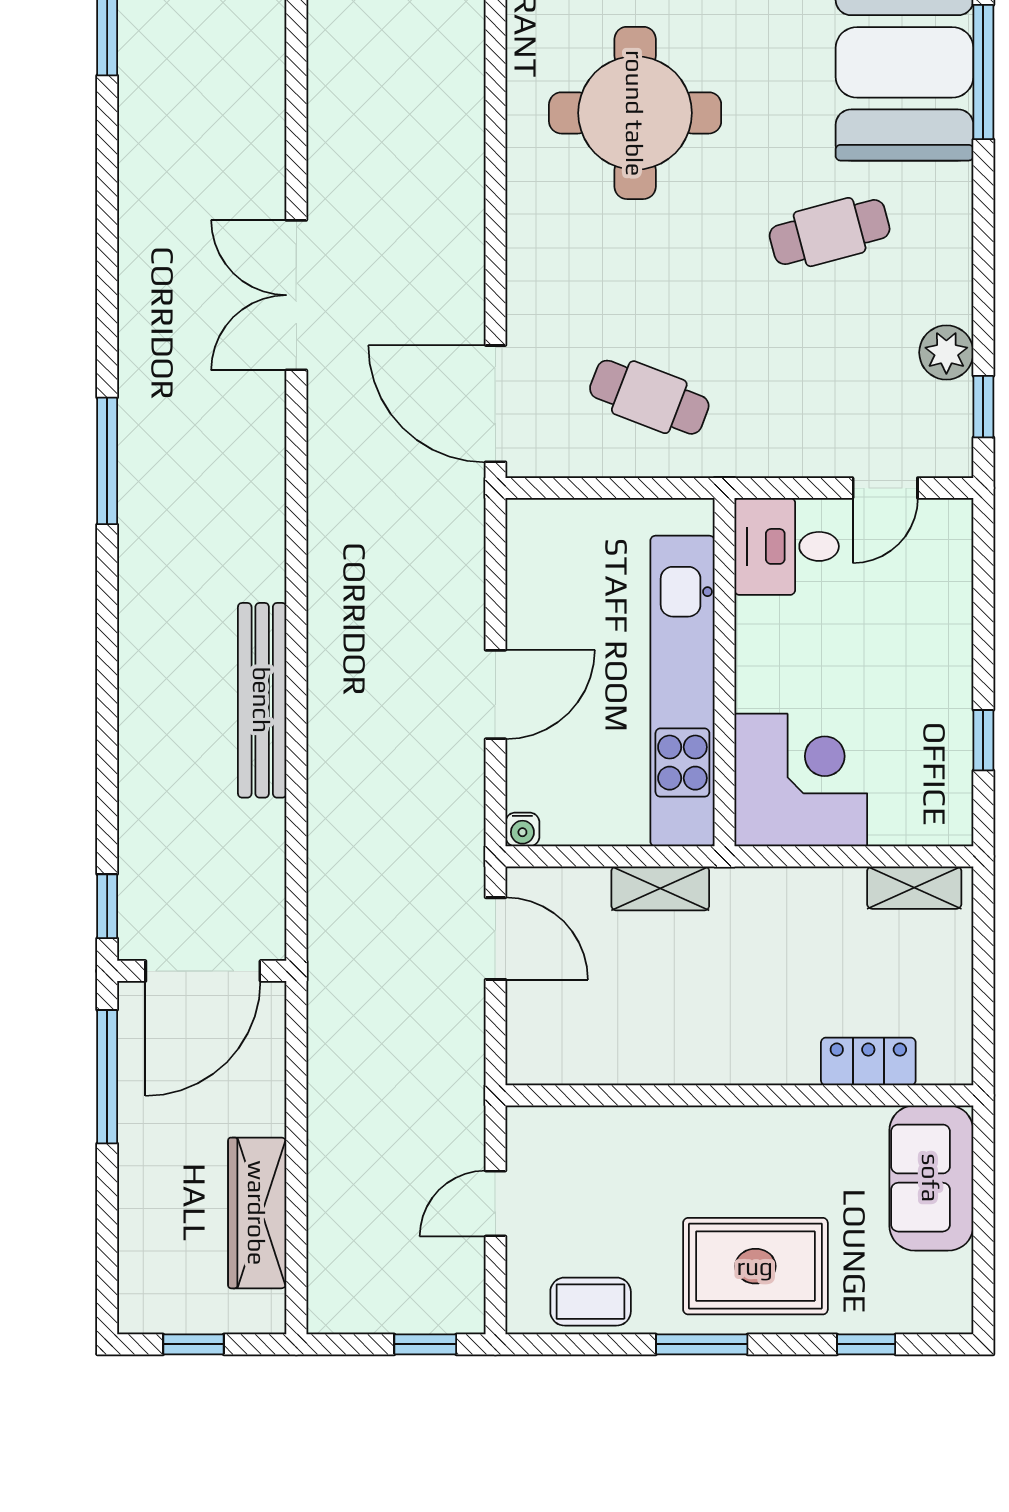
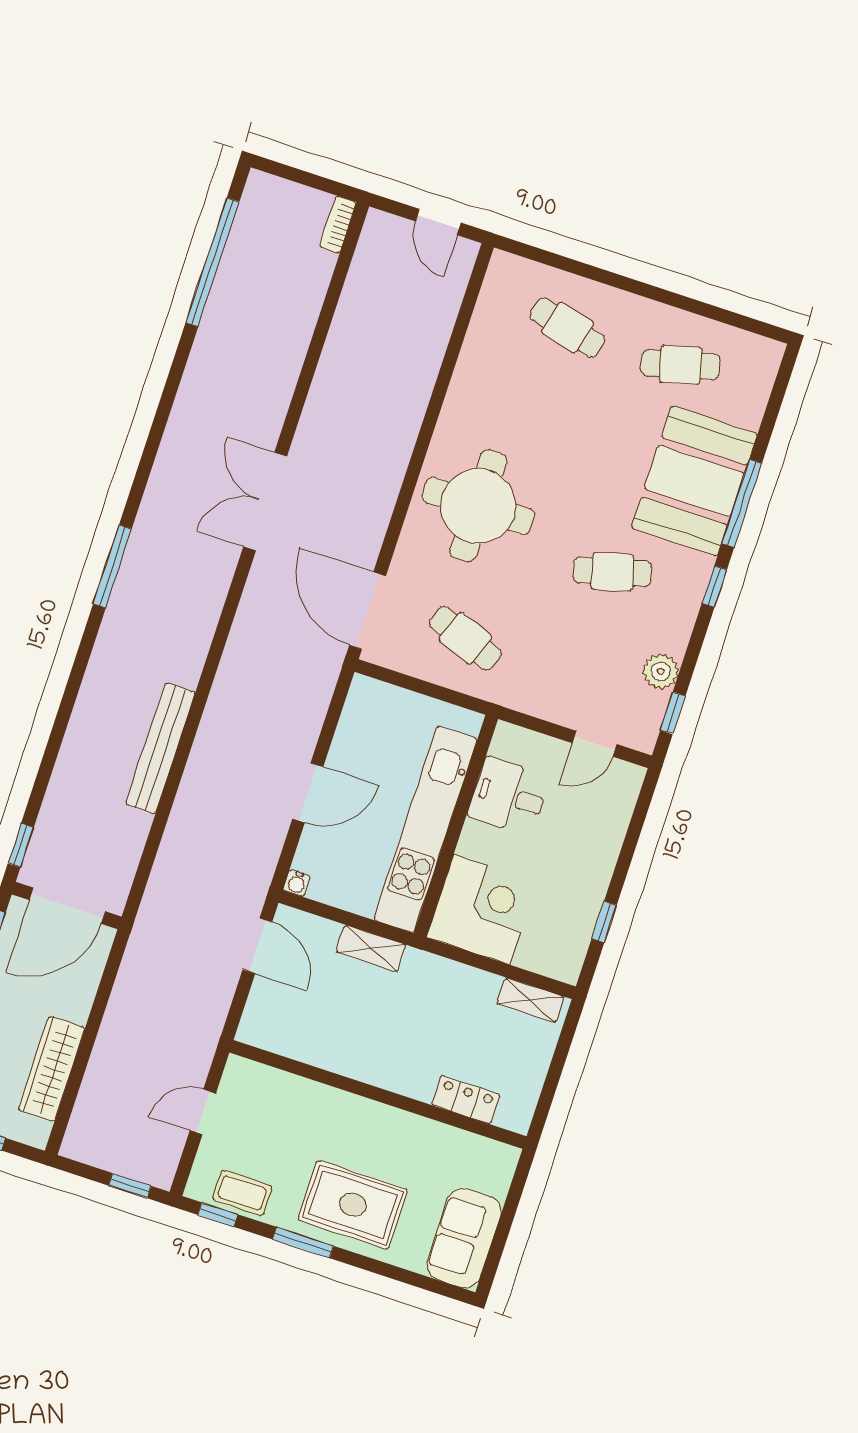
round table: (635, 113) -> (478, 506), moved
window: (983, 205) -> (714, 586), added
desk: (787, 546) -> (509, 796), moved
sofa: (931, 1178) -> (464, 1238), moved
window: (866, 1344) -> (218, 1215), moved

